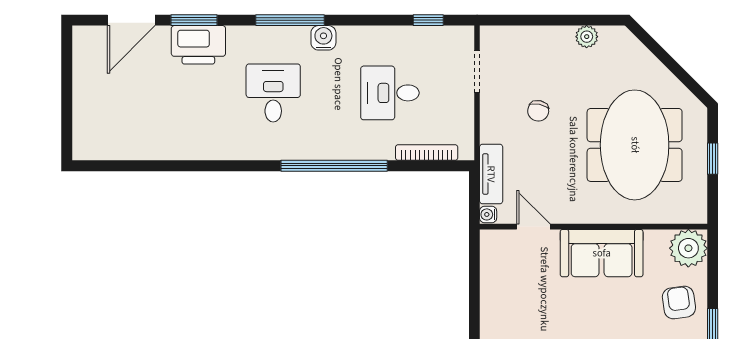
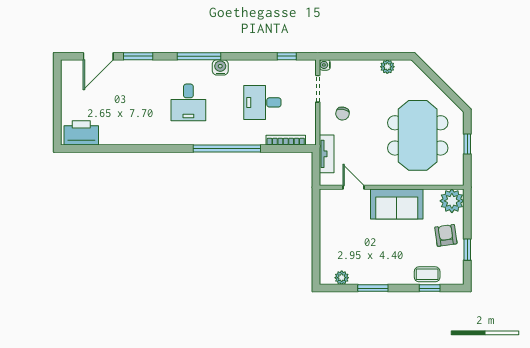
printer: (198, 45) -> (81, 133), moved, turned 180
desk: (273, 93) -> (188, 102), turned 180
chair: (538, 111) -> (343, 114), moved
water cooler: (488, 214) -> (325, 65), moved

